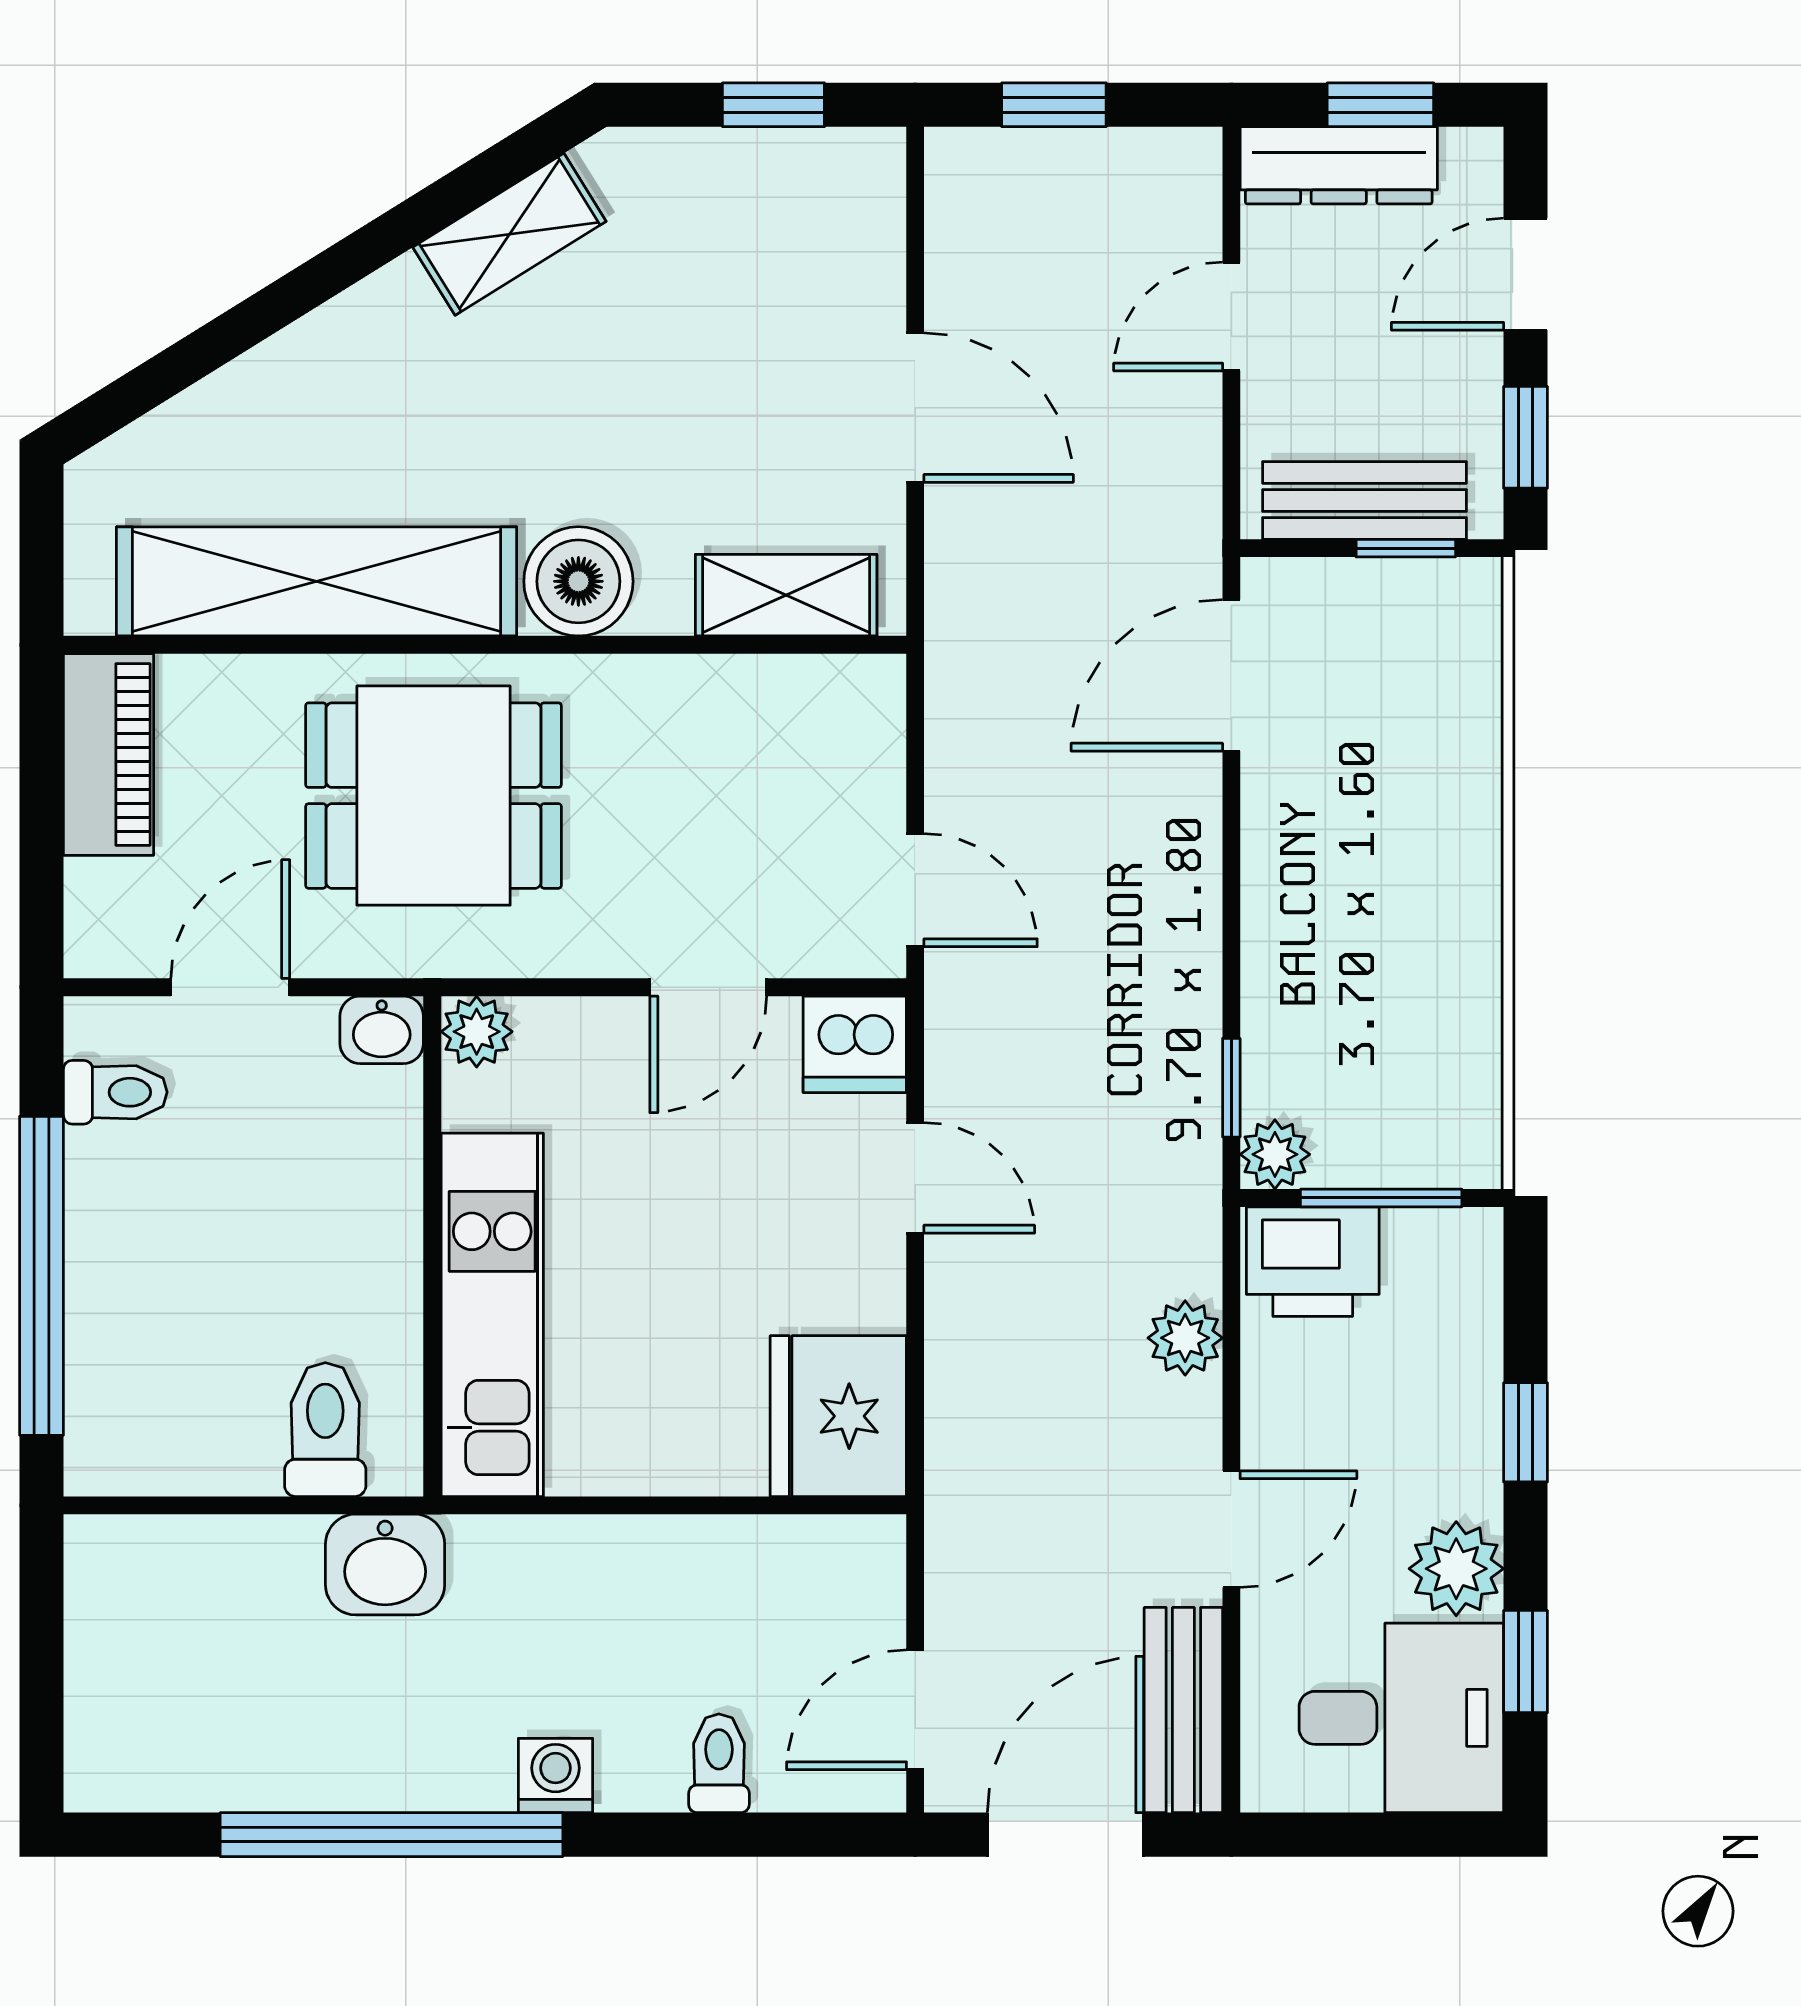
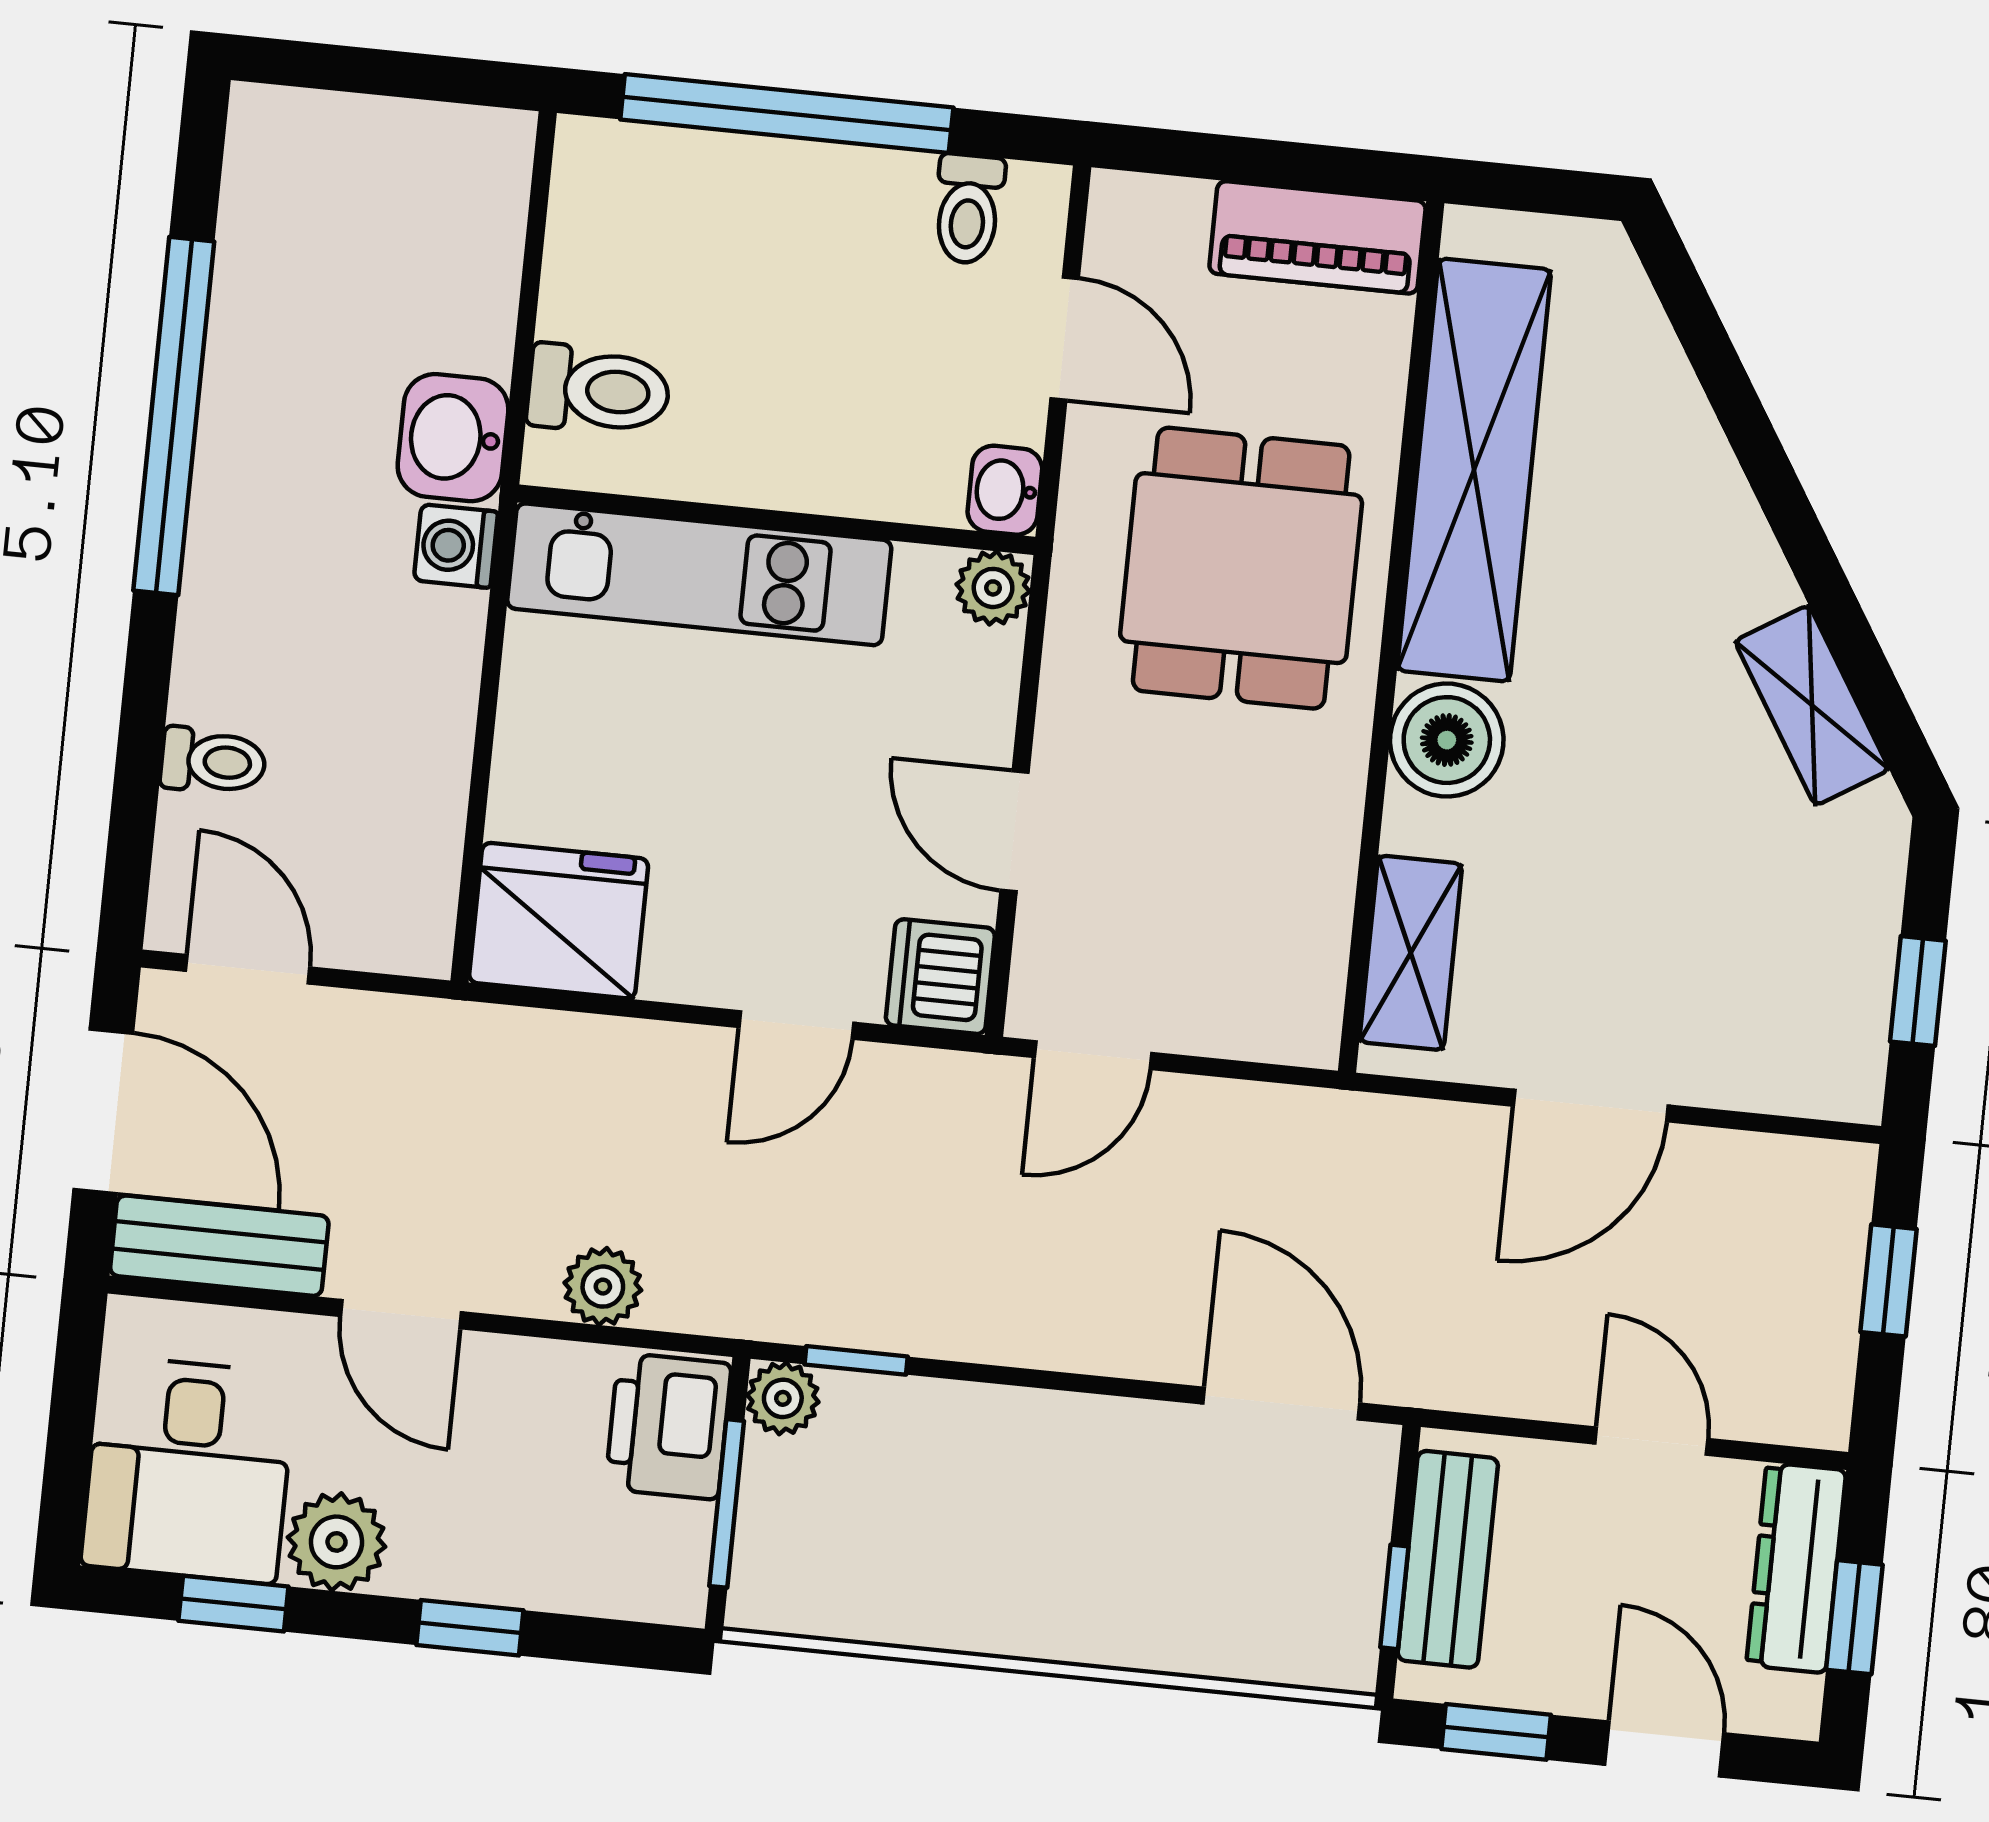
washing machine: (555, 1776) -> (456, 546), moved, turned 180

